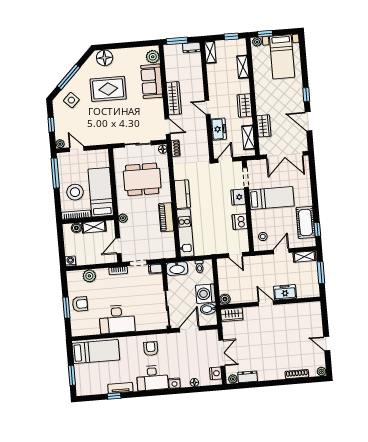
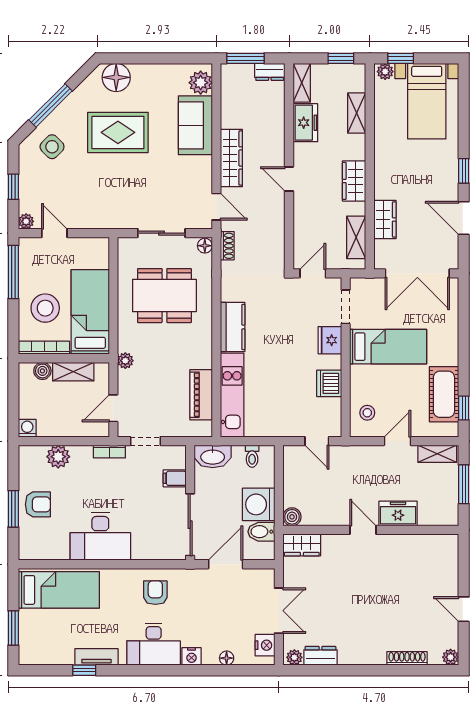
freezer: (219, 129) -> (305, 123), moved
piano: (166, 217) -> (201, 395), moved
filing cabinet: (155, 269) -> (175, 478), moved

